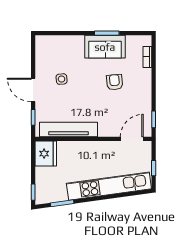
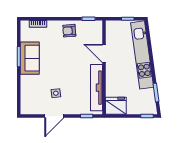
armchair: (115, 82) -> (69, 31), moved
door: (33, 90) -> (54, 116), moved
door: (132, 139) -> (104, 53), moved

